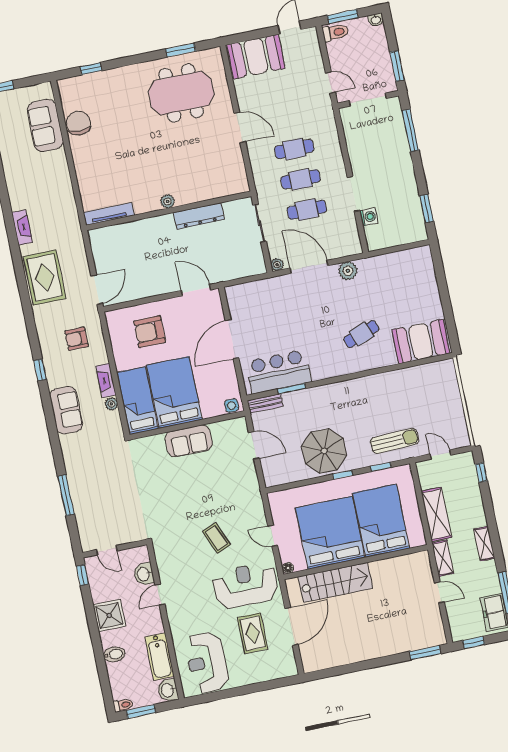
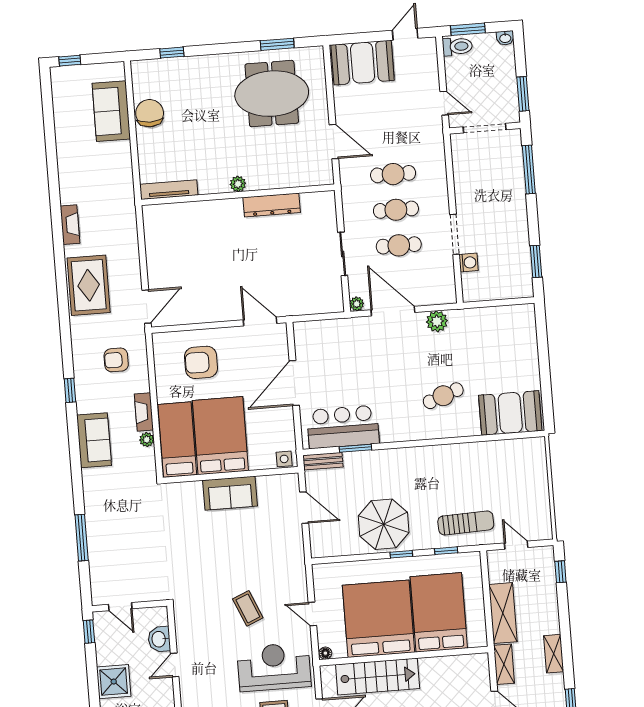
plant: (168, 201) -> (238, 184), moved
wall: (169, 211) -> (238, 195), moved
tv unit: (109, 214) -> (169, 190), moved
dresser: (199, 216) -> (272, 205), moved

